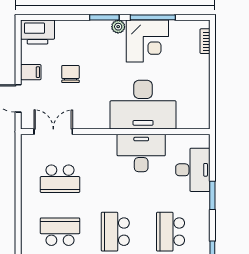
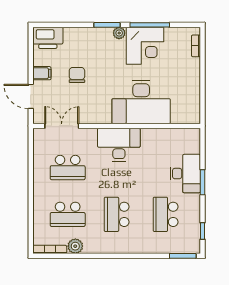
desk: (141, 153) -> (119, 145), moved
desk: (193, 170) -> (185, 174), moved
school desk: (60, 232) -> (68, 214), turned 180

